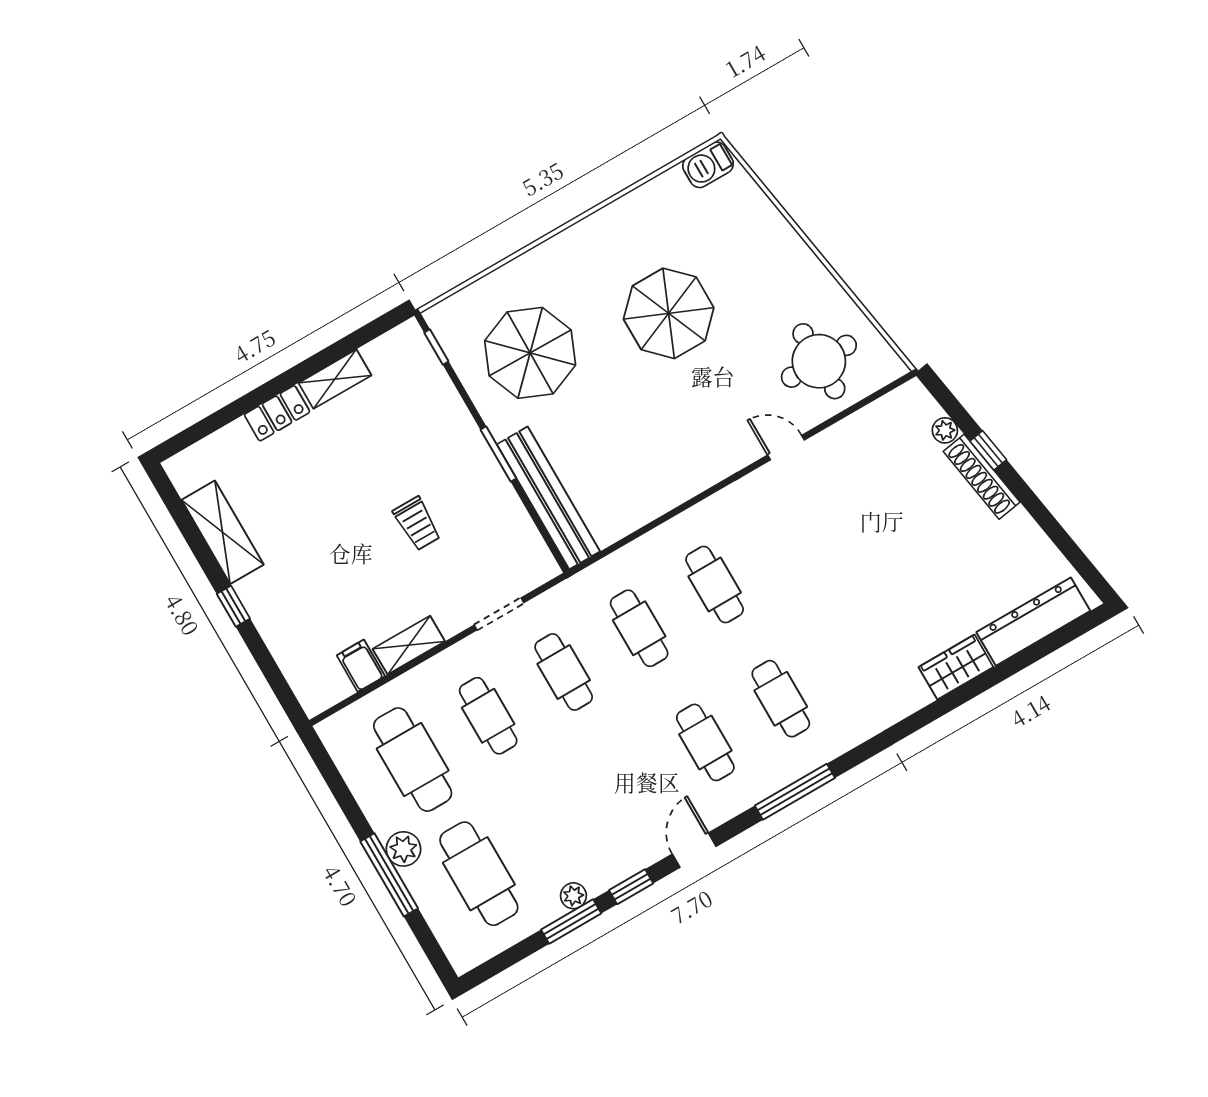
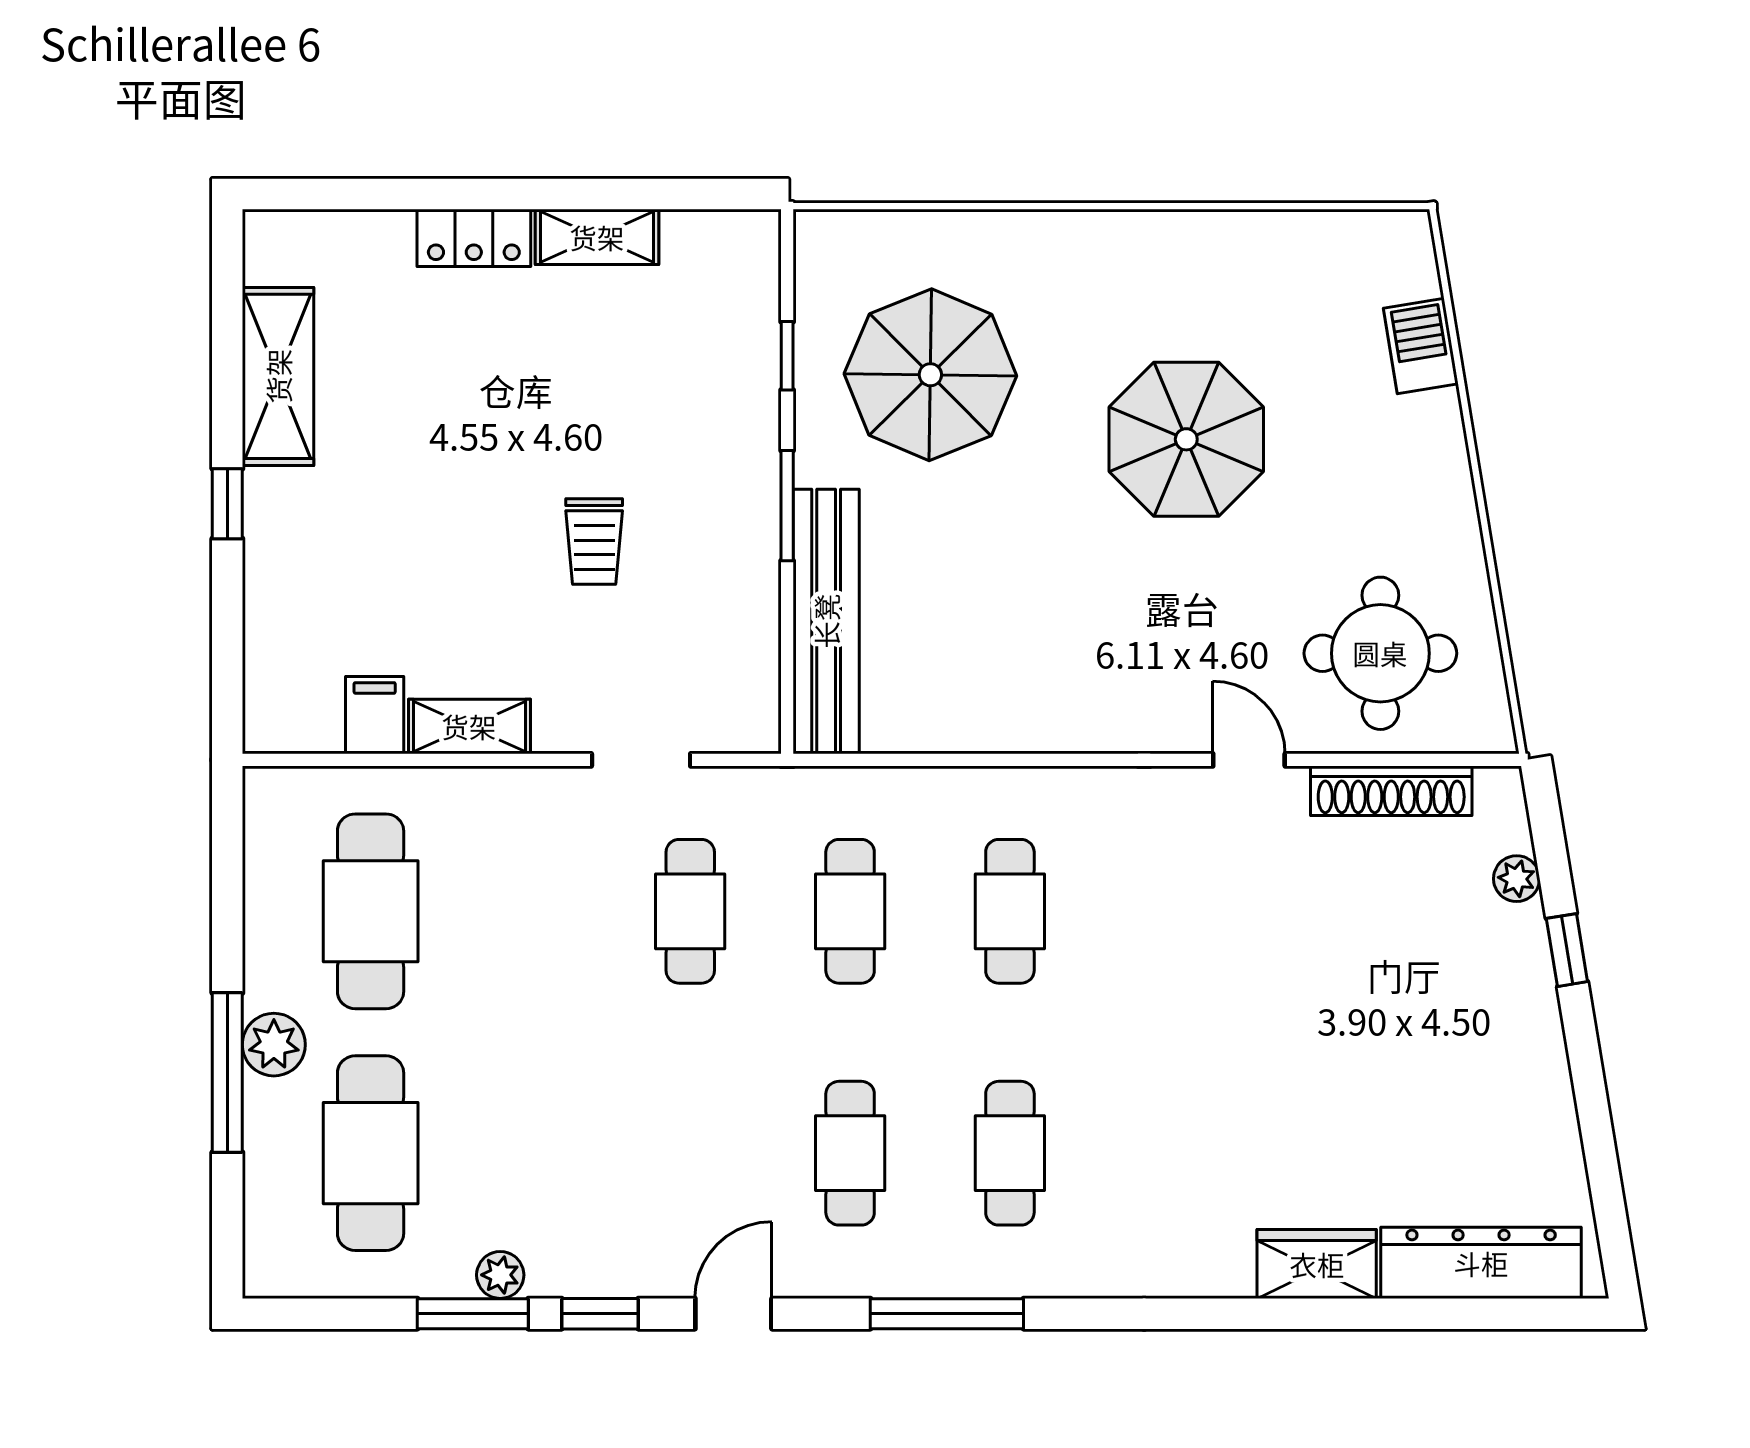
barbecue: (708, 165) -> (1421, 346), moved, turned 81
window: (436, 347) -> (787, 356), moved
shoe rack: (982, 477) -> (1391, 791), moved, turned -81
cafe table: (488, 716) -> (530, 911), removed

